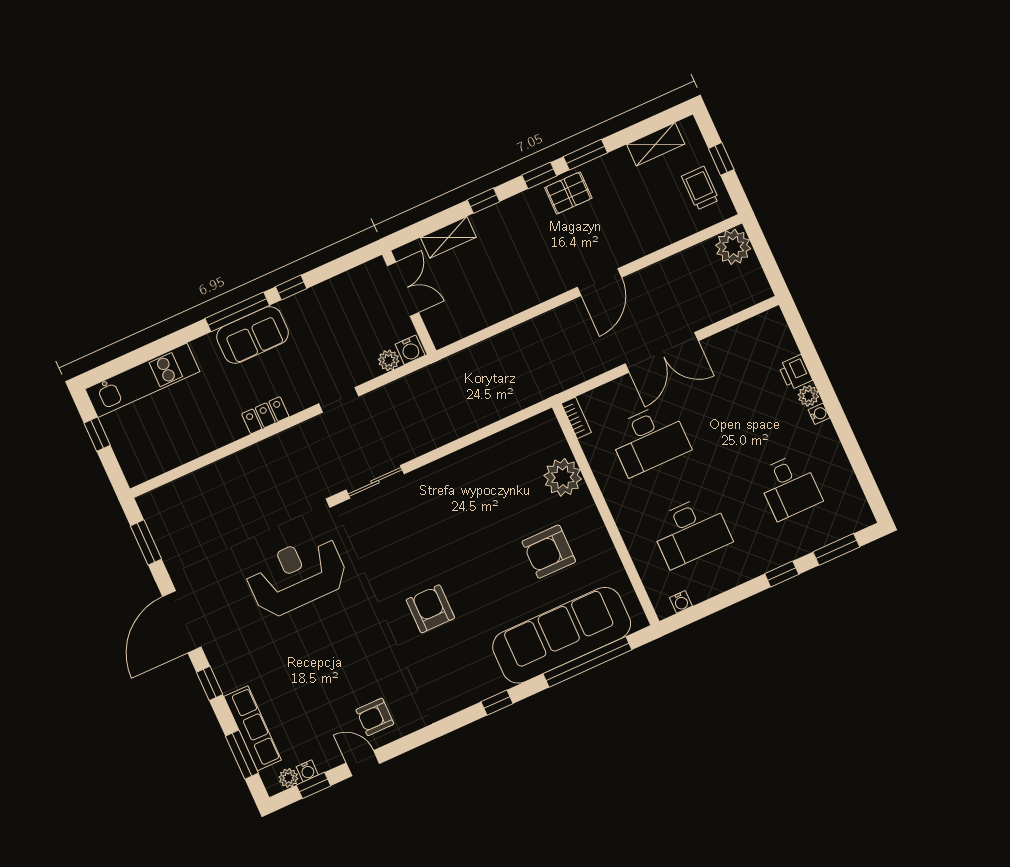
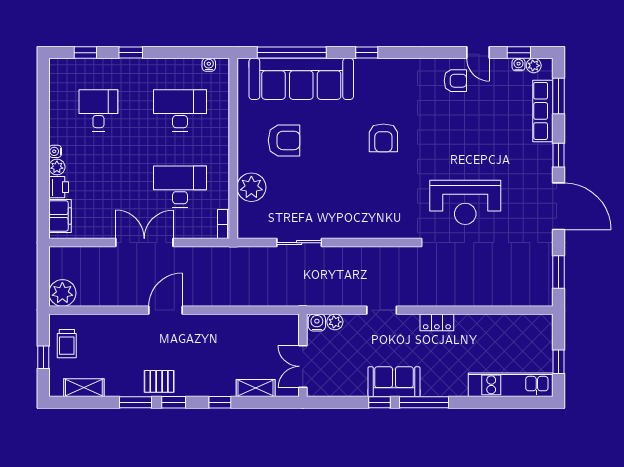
sofa: (253, 335) -> (394, 382), moved
filing cabinet: (778, 338) -> (60, 216), added
sliding door: (375, 482) -> (299, 243), moved
window: (836, 549) -> (85, 53), width x0.67
door: (182, 622) -> (559, 206), hinge flipped

